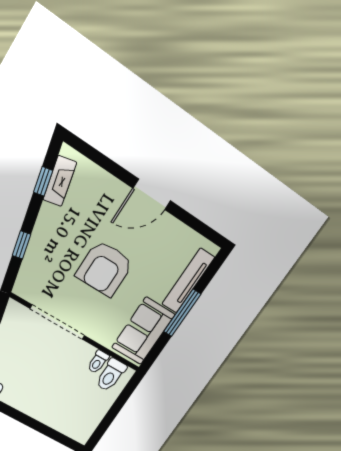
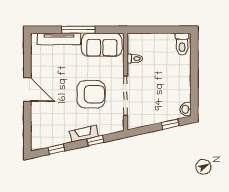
fireplace: (60, 181) -> (84, 134), moved
armchair: (104, 269) -> (91, 94), moved
toilet: (111, 375) -> (182, 44), moved, turned 90

